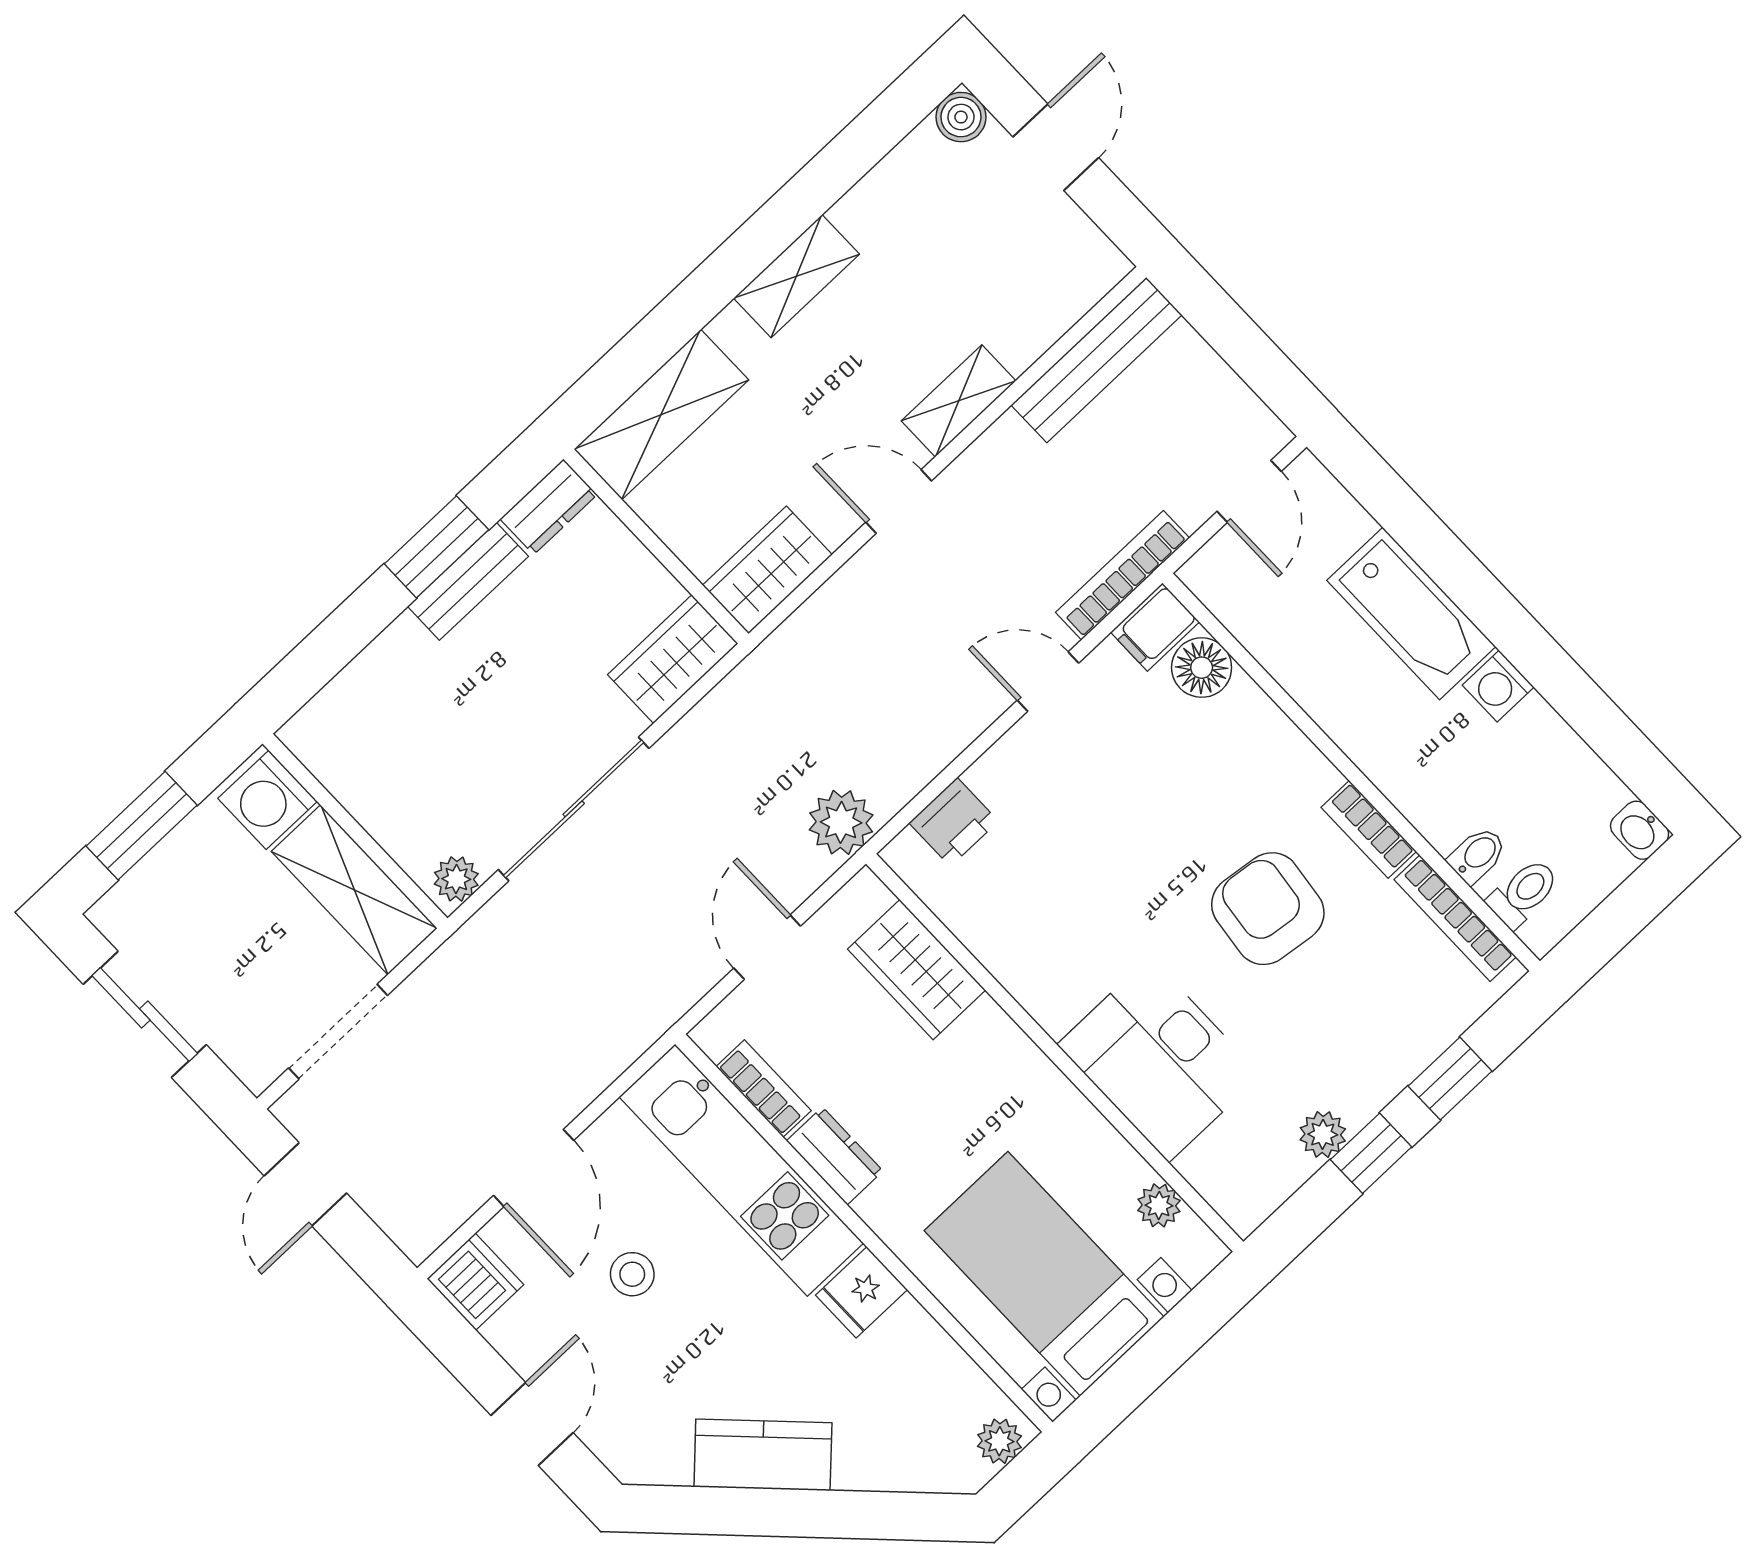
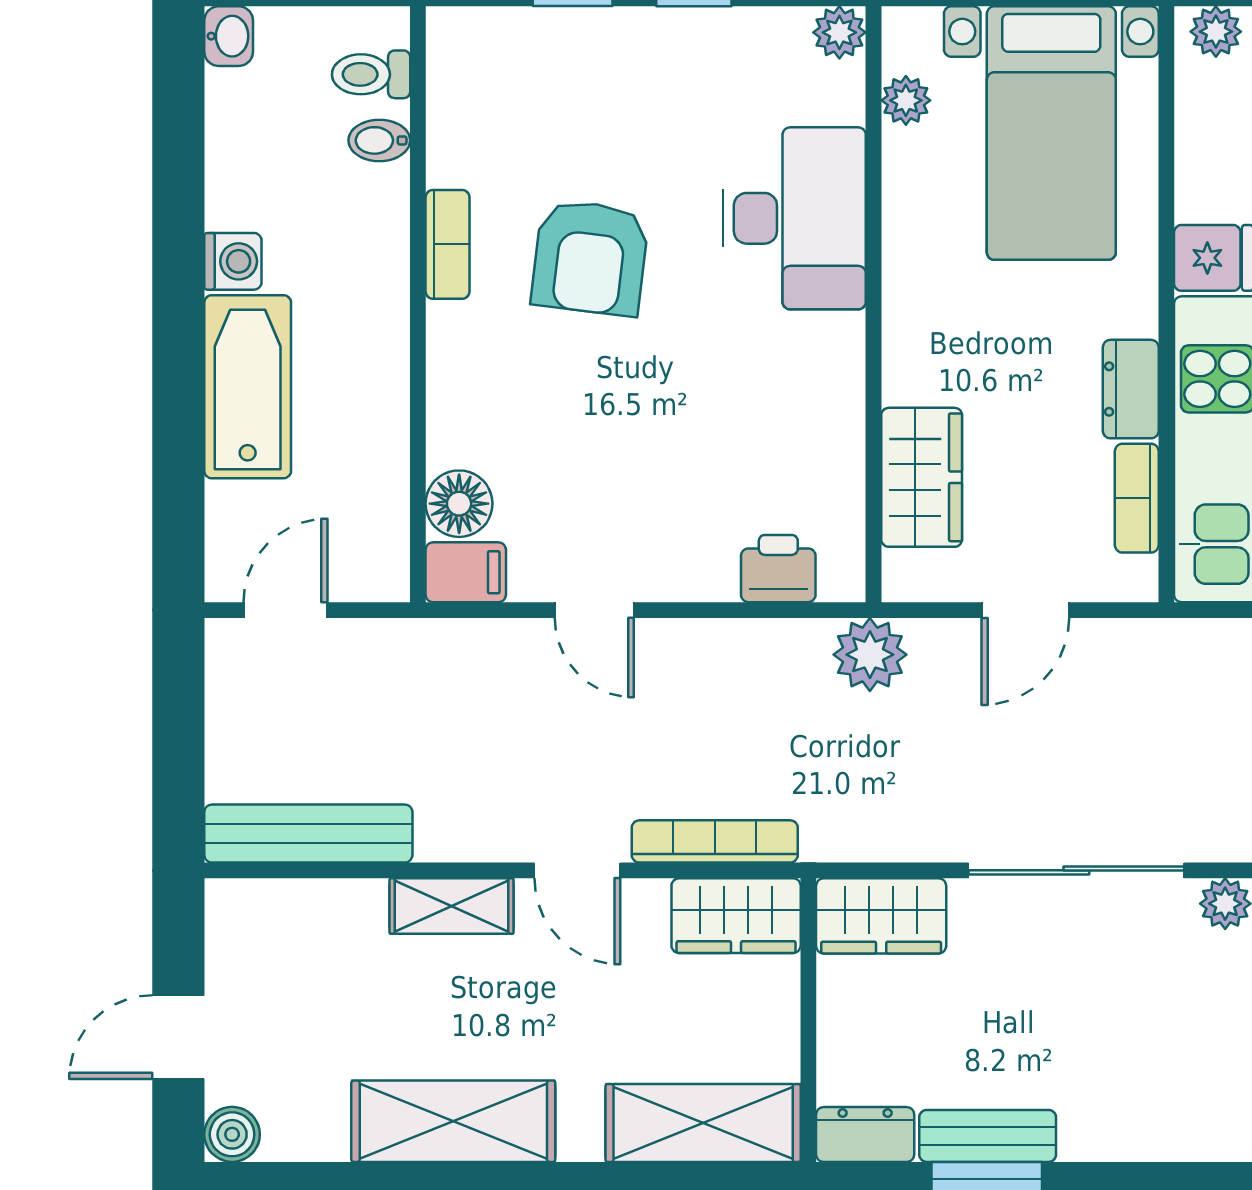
shelving: (797, 276) -> (453, 1121), width x1.50, depth x1.33
bookcase: (1123, 575) -> (715, 841), moved, turned 180
bookcase: (1455, 918) -> (446, 106), removed
plant: (1323, 1134) -> (839, 32), moved

